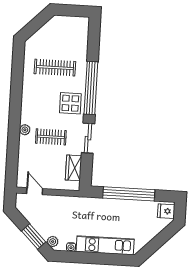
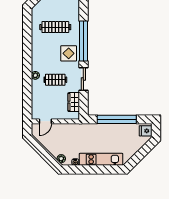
door: (35, 191) -> (45, 121), swing flipped
window: (34, 237) -> (47, 156), removed

